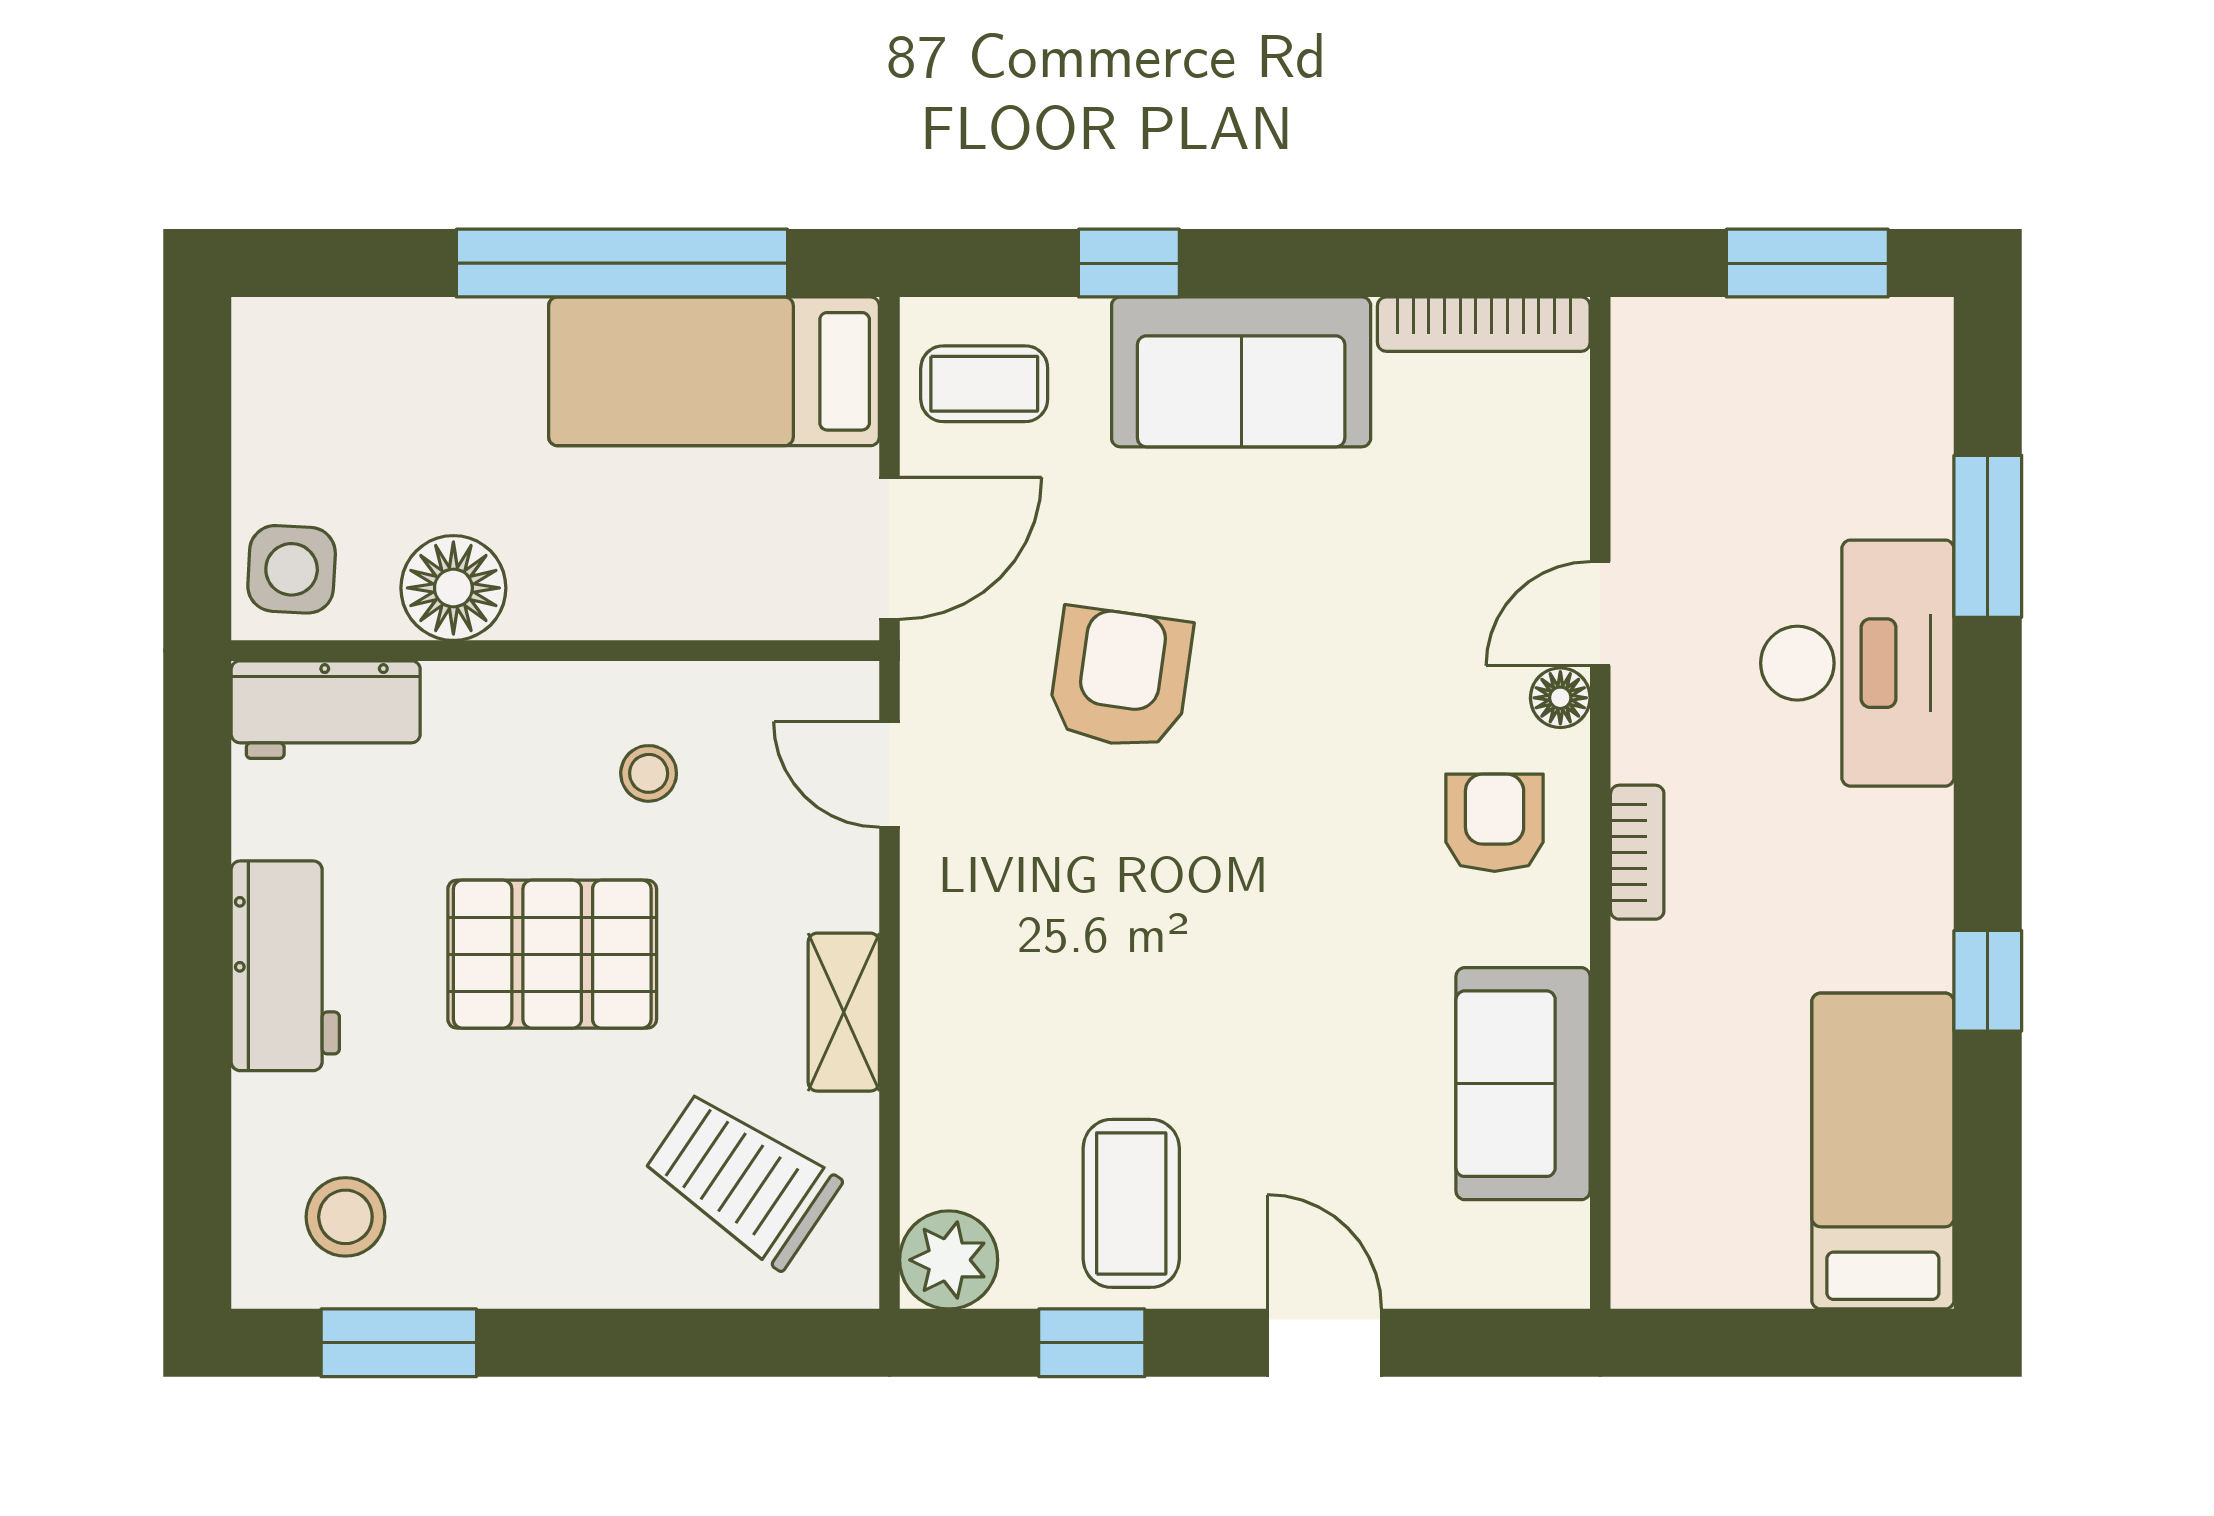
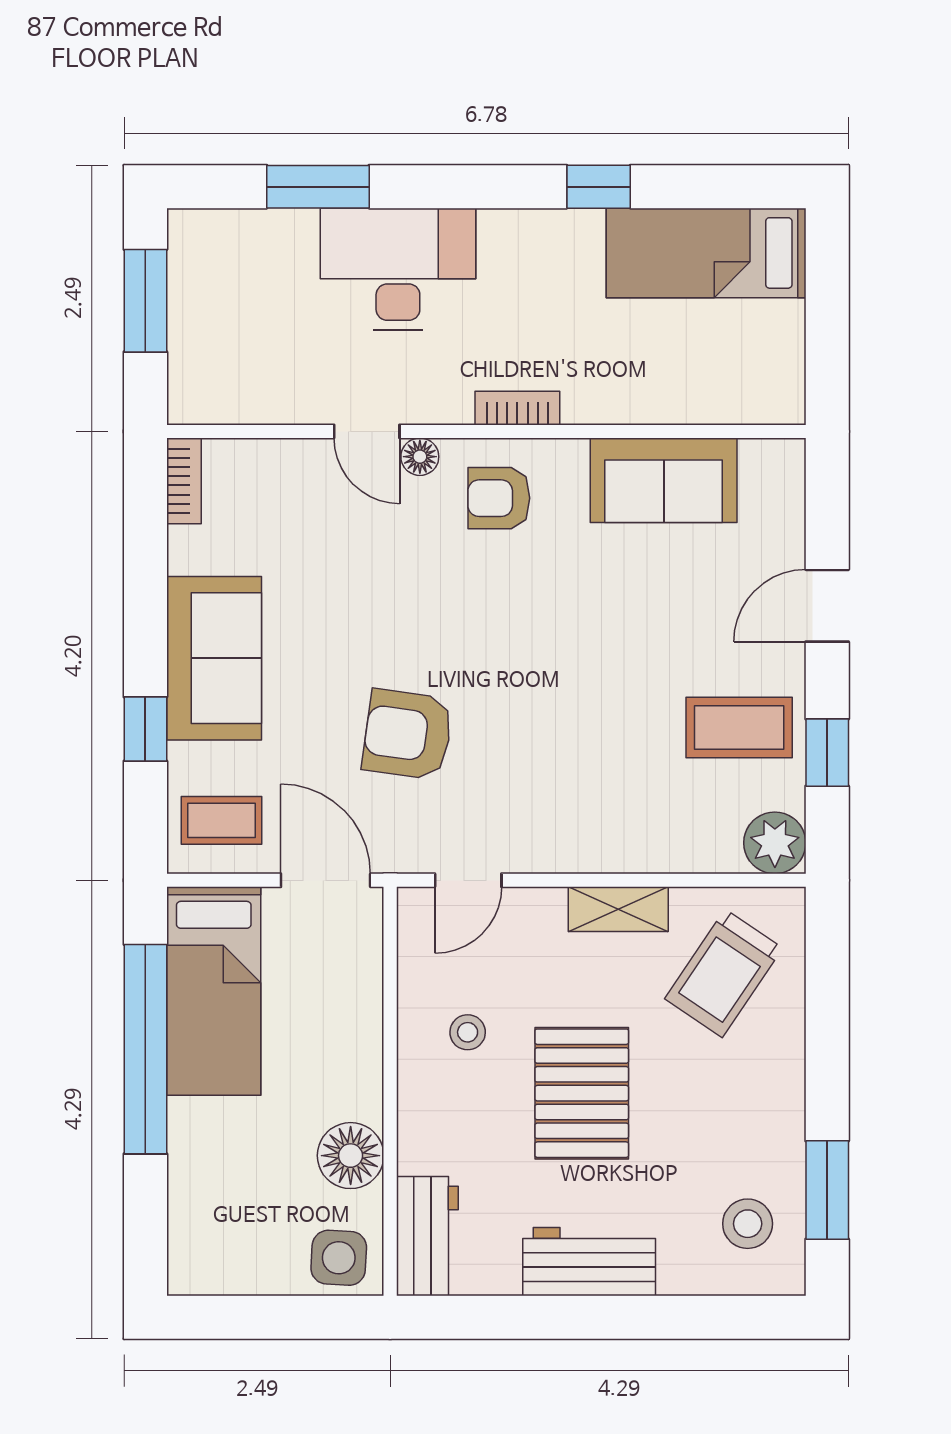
bookcase: (1484, 324) -> (184, 481), width x0.64
coffee table: (984, 384) -> (222, 820), turned 90

